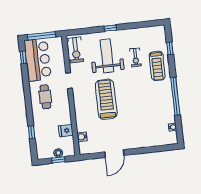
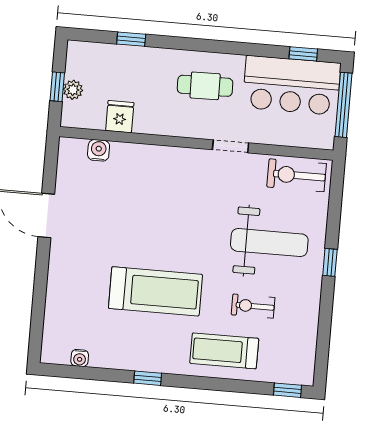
window: (170, 48) -> (288, 390), moved
window: (175, 96) -> (148, 378), width x0.32
treadmill: (106, 99) -> (155, 291), moved

